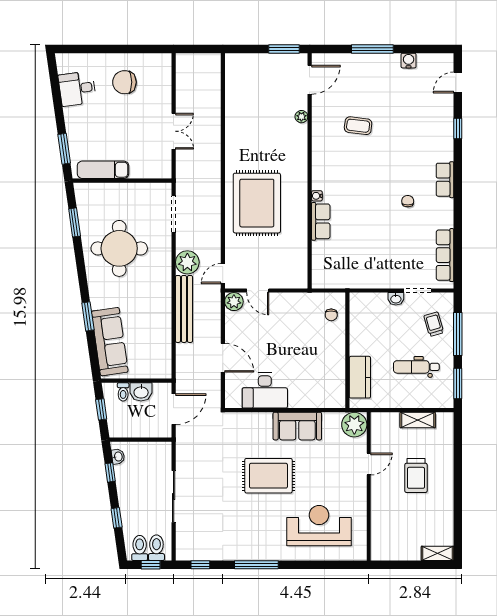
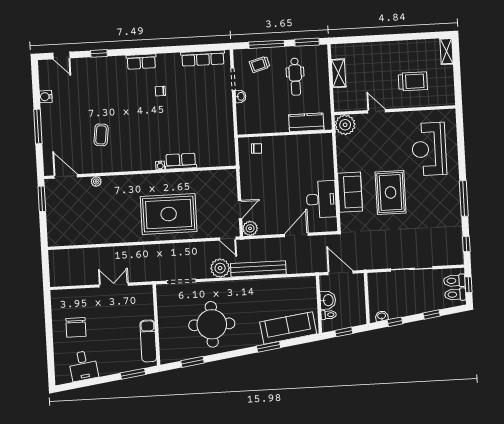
sofa: (297, 426) -> (350, 192), moved
trolley: (416, 475) -> (413, 81), moved

